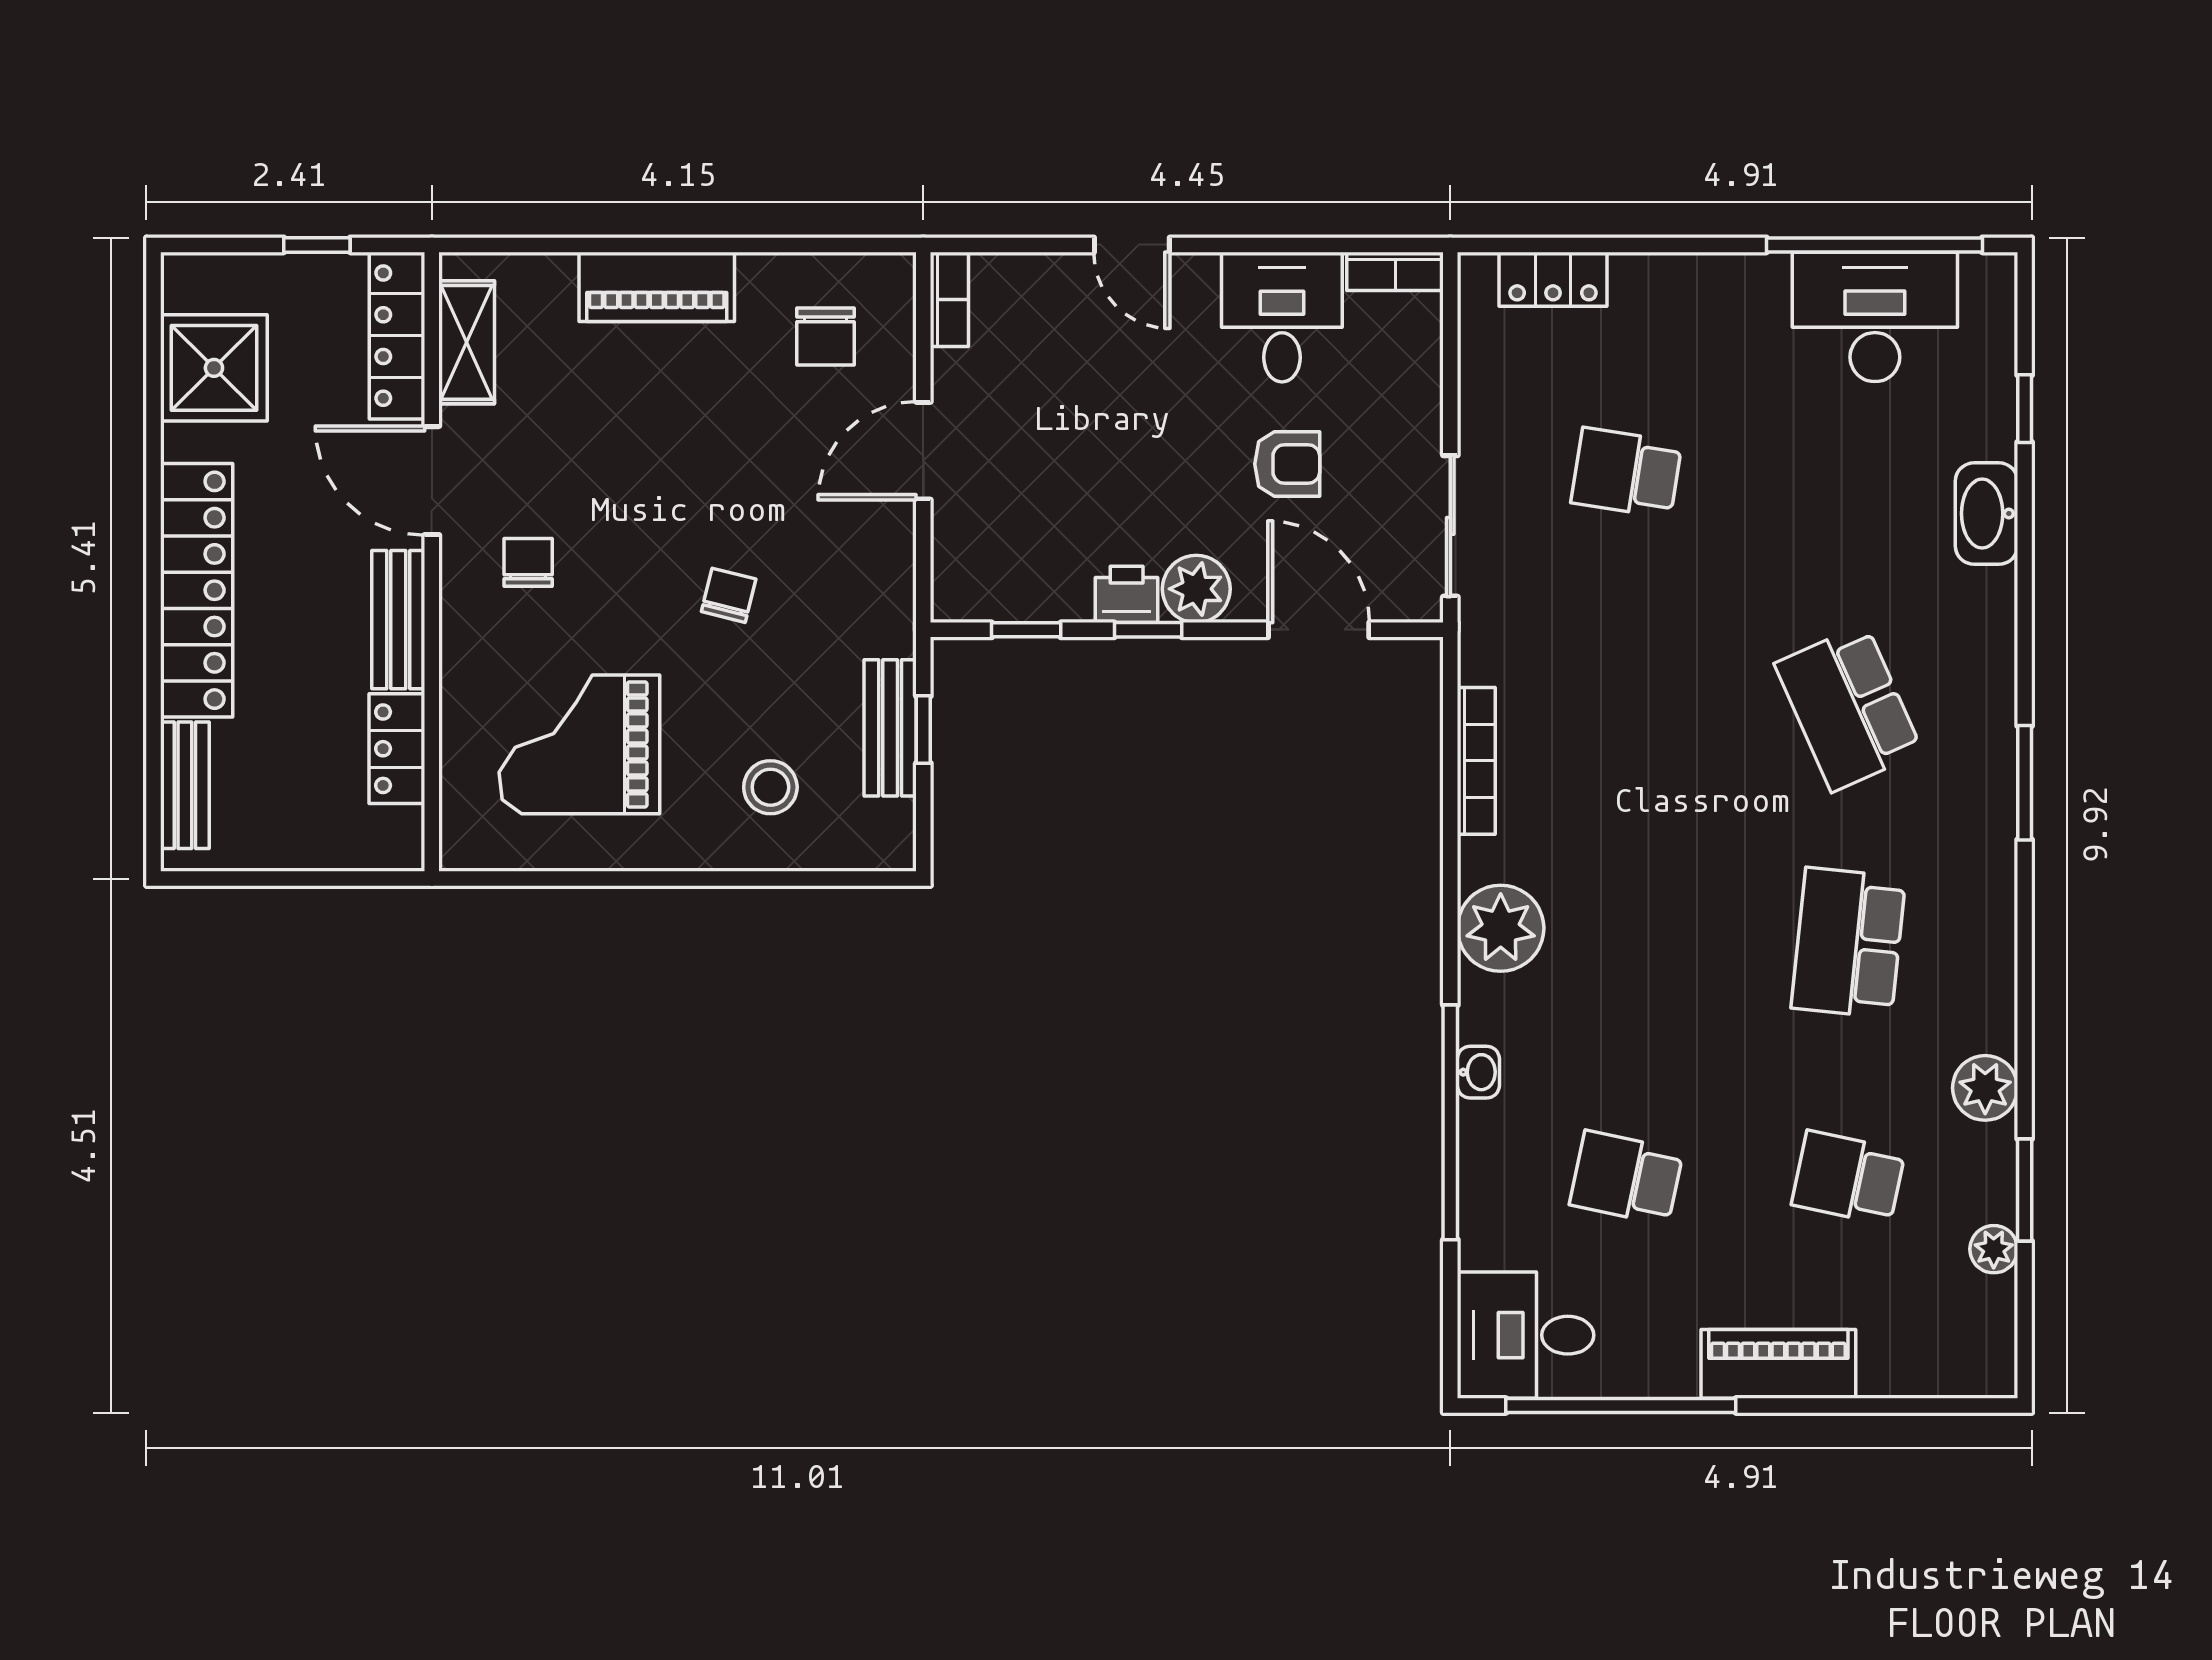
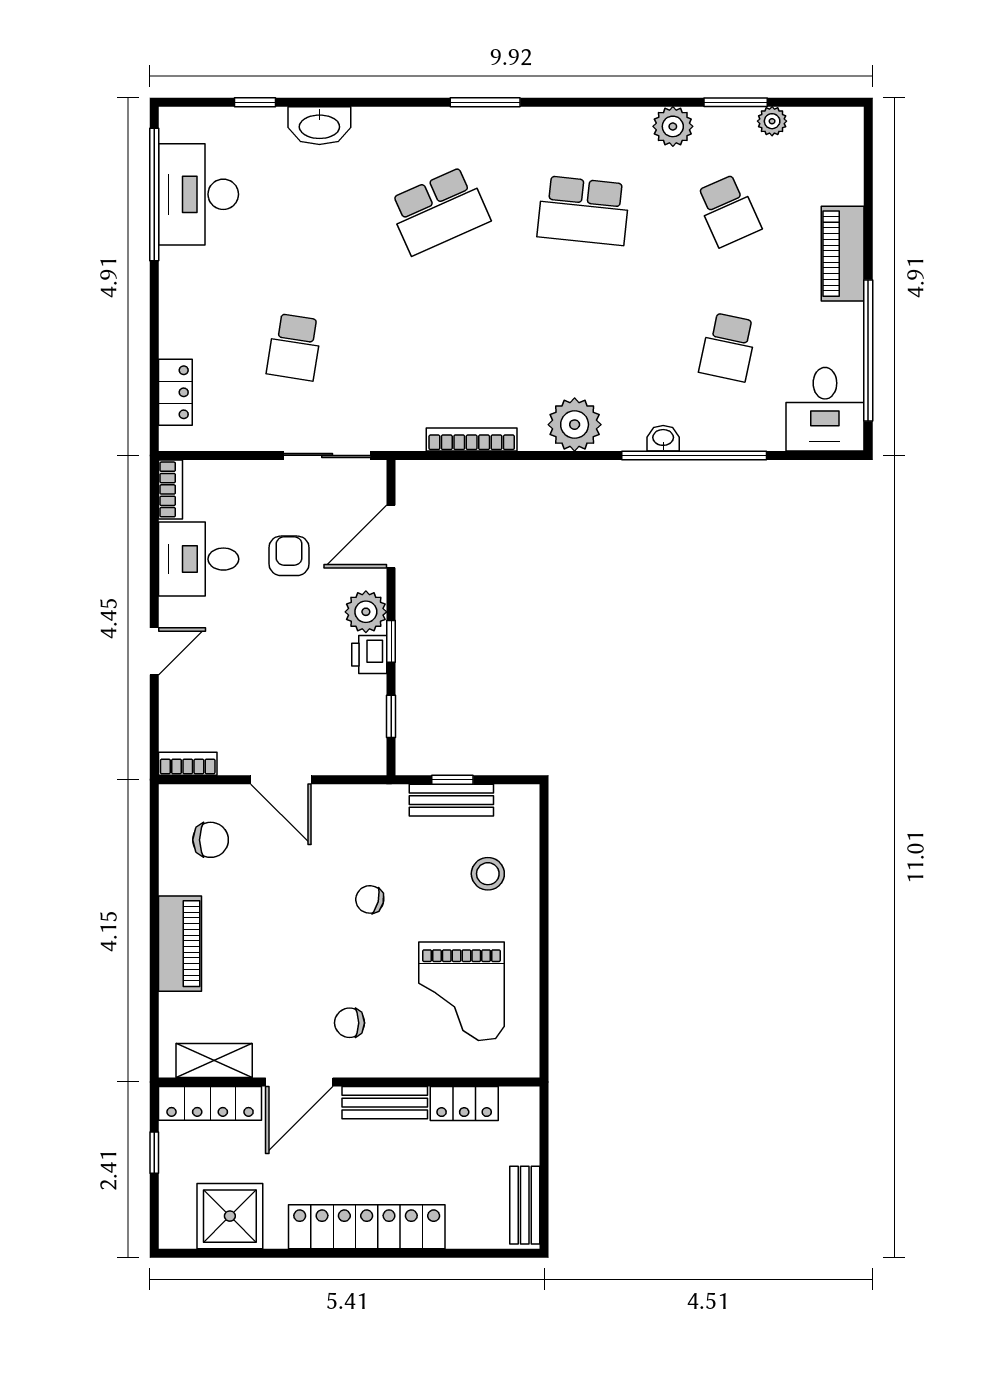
bench: (185, 785) -> (525, 1205), moved, turned 90
school desk: (1848, 1178) -> (728, 211), turned -36

